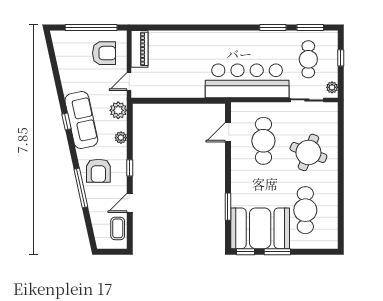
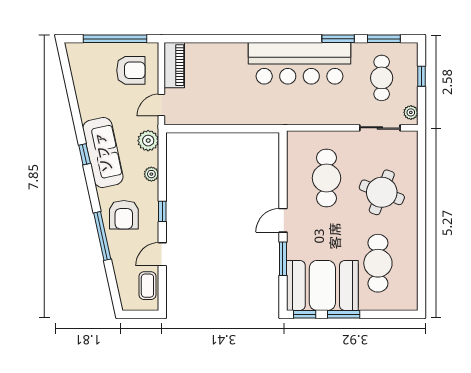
bar counter: (247, 81) -> (300, 63), moved, turned 180
door: (228, 132) -> (283, 220), moved

